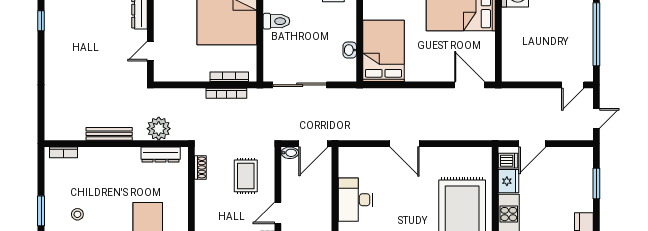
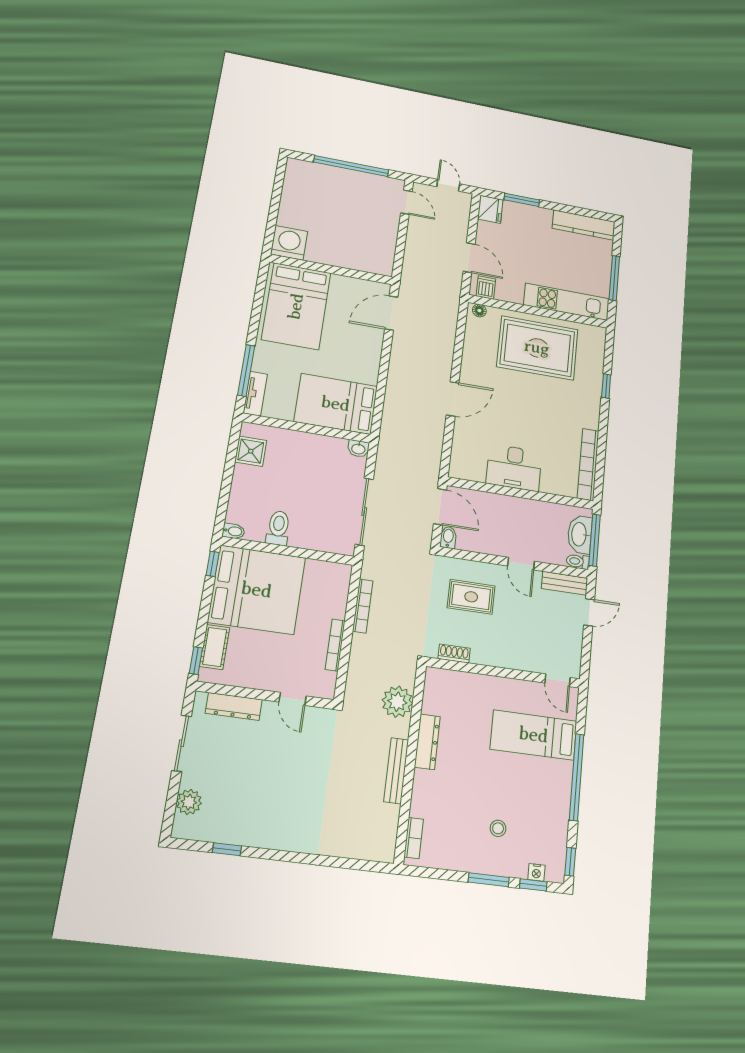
washbasin: (350, 50) -> (358, 449), moved
bookcase: (229, 77) -> (335, 645), moved
dresser: (161, 155) -> (427, 742), moved
floor lamp: (486, 157) -> (479, 311), added
fridge: (508, 181) -> (490, 209), moved, turned 90

